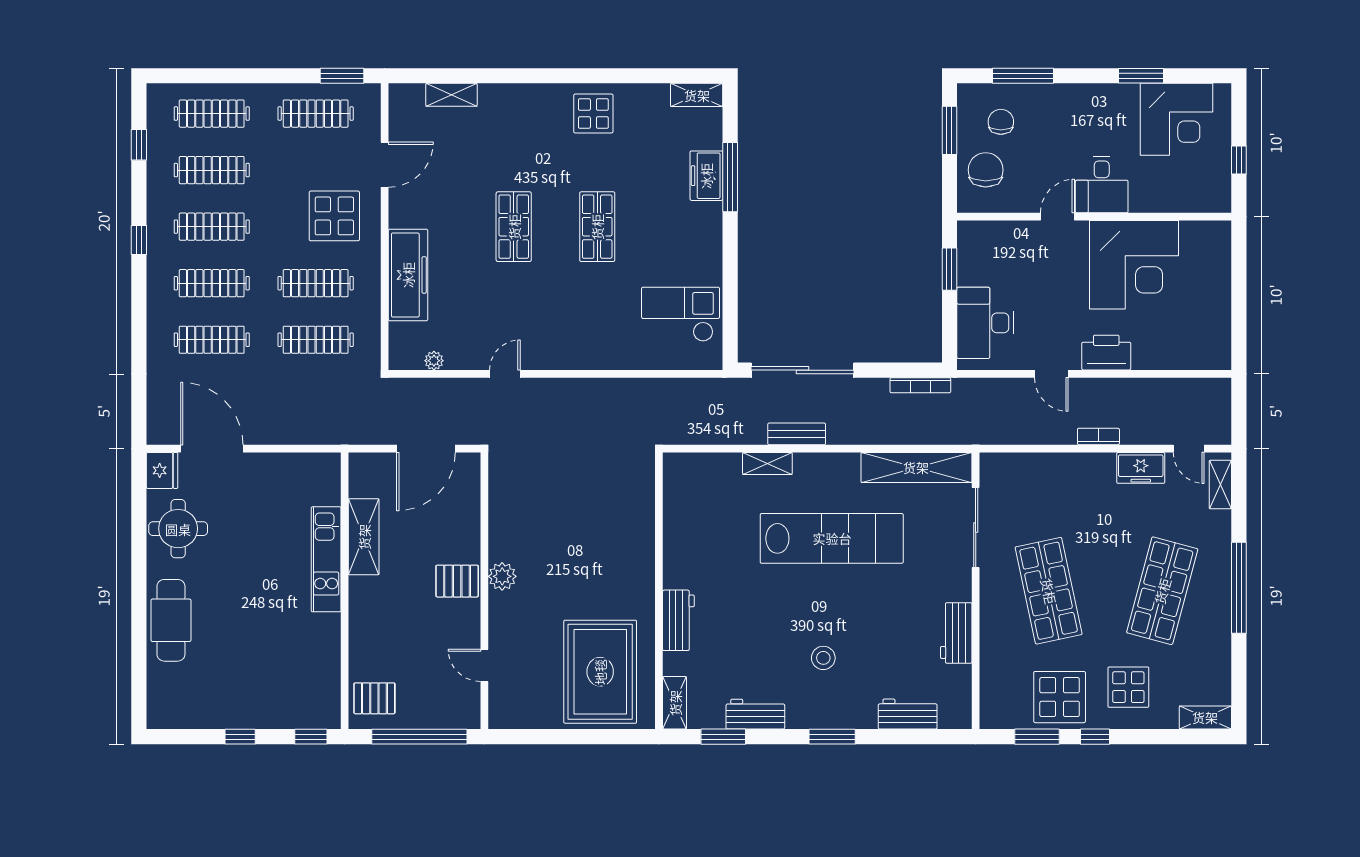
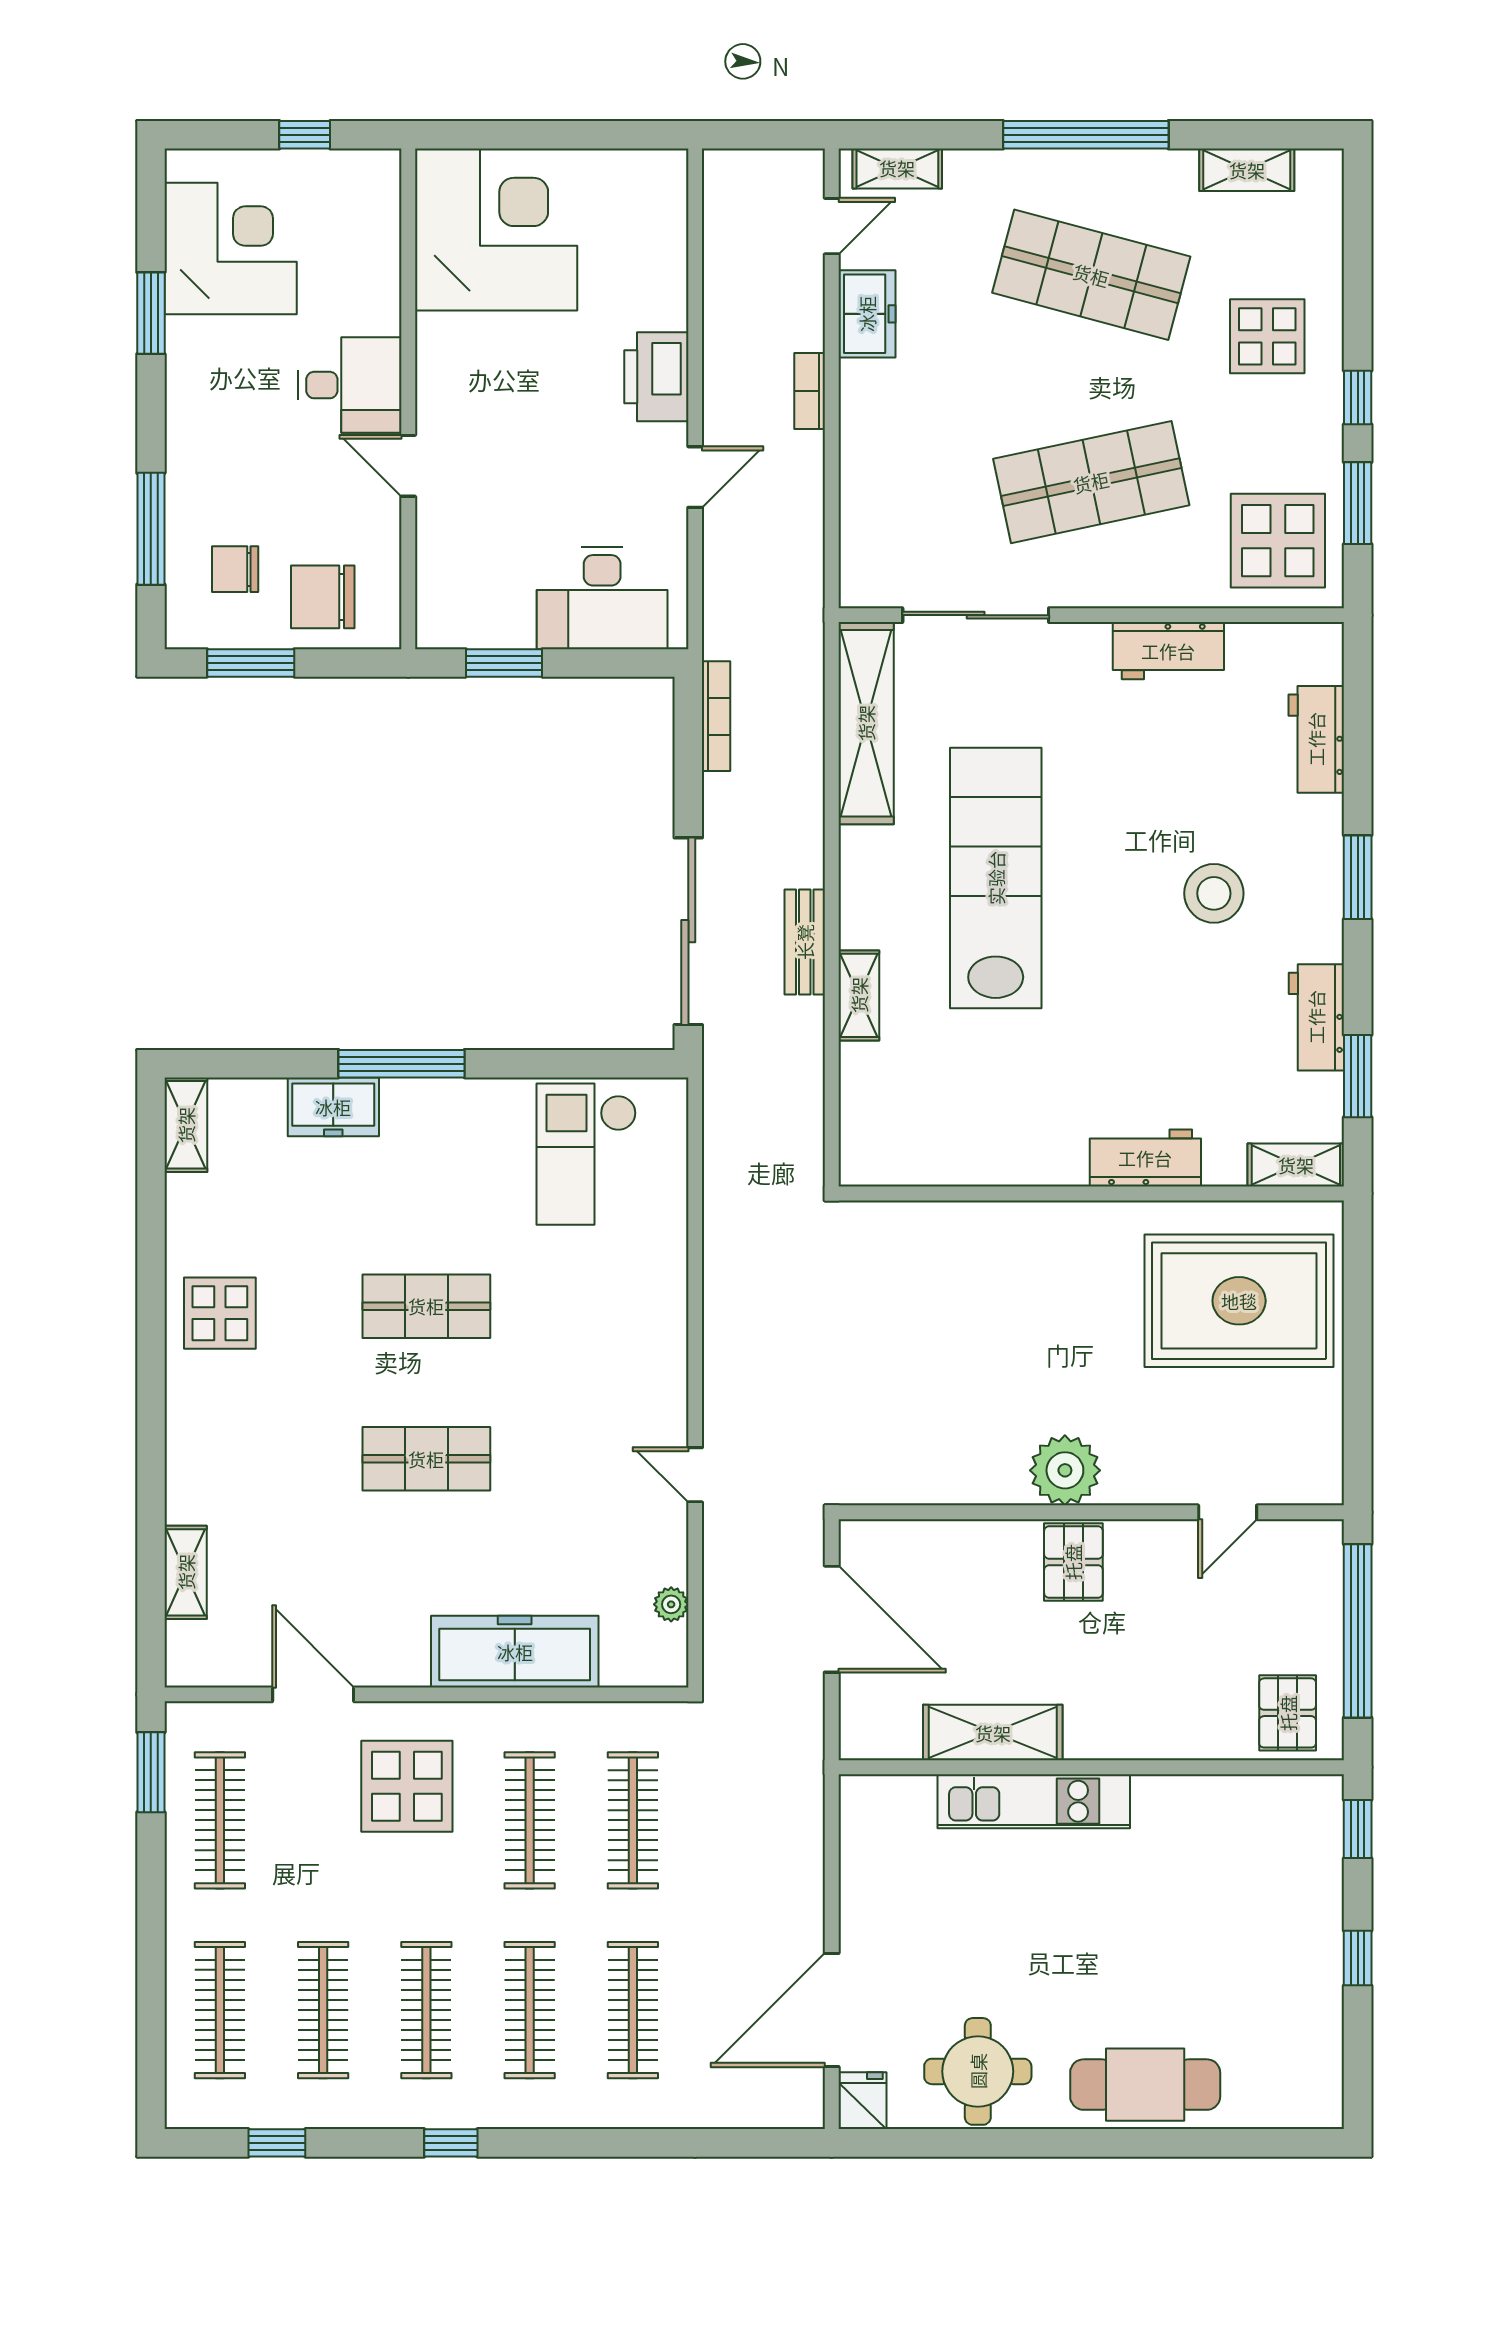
window: (730, 177) -> (401, 1064), moved
corner desk: (1134, 265) -> (496, 229), moved
fridge: (162, 470) -> (862, 2101), width x0.72
plant: (502, 576) -> (1065, 1470), width x1.36, depth x1.36
stool: (823, 658) -> (1214, 893), width x1.38, depth x1.38
display table: (1060, 697) -> (1278, 541), moved
shelving: (1205, 717) -> (1247, 170), moved, turned 90

